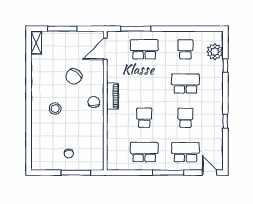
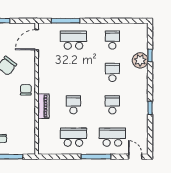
plant: (215, 52) -> (140, 60), moved
school desk: (185, 84) -> (112, 72), width x0.54
piano: (112, 96) -> (43, 106), moved

